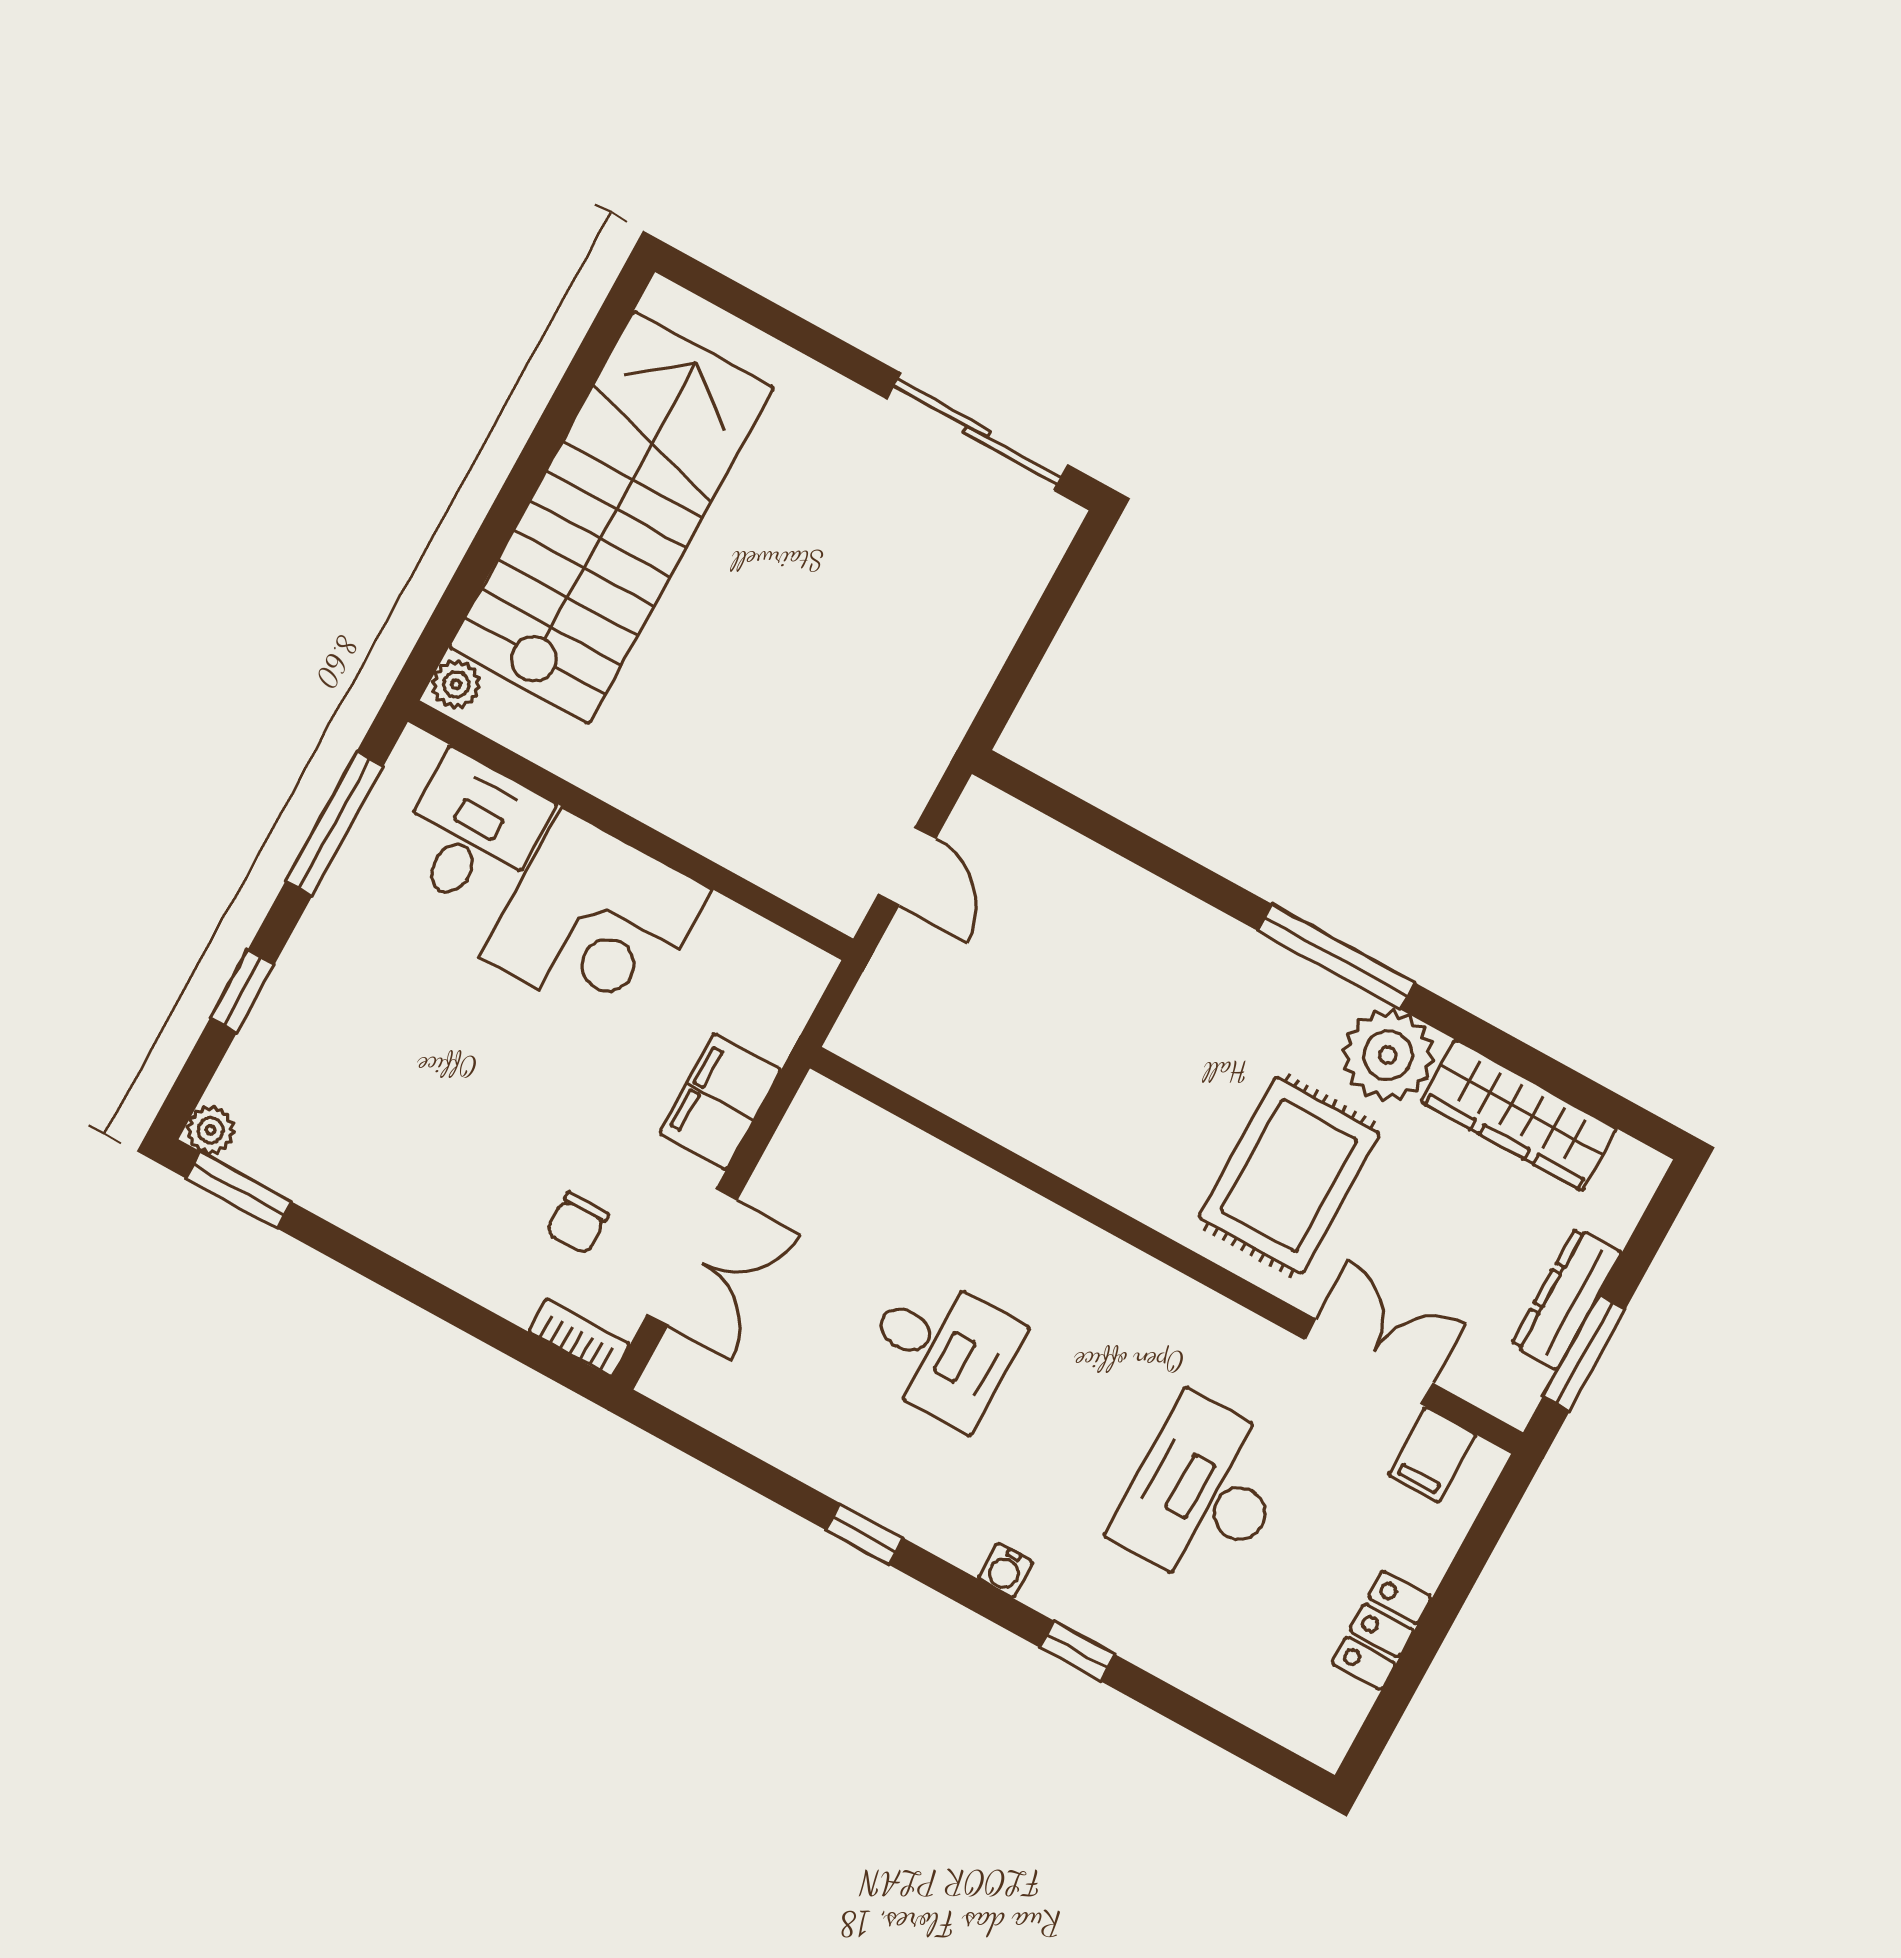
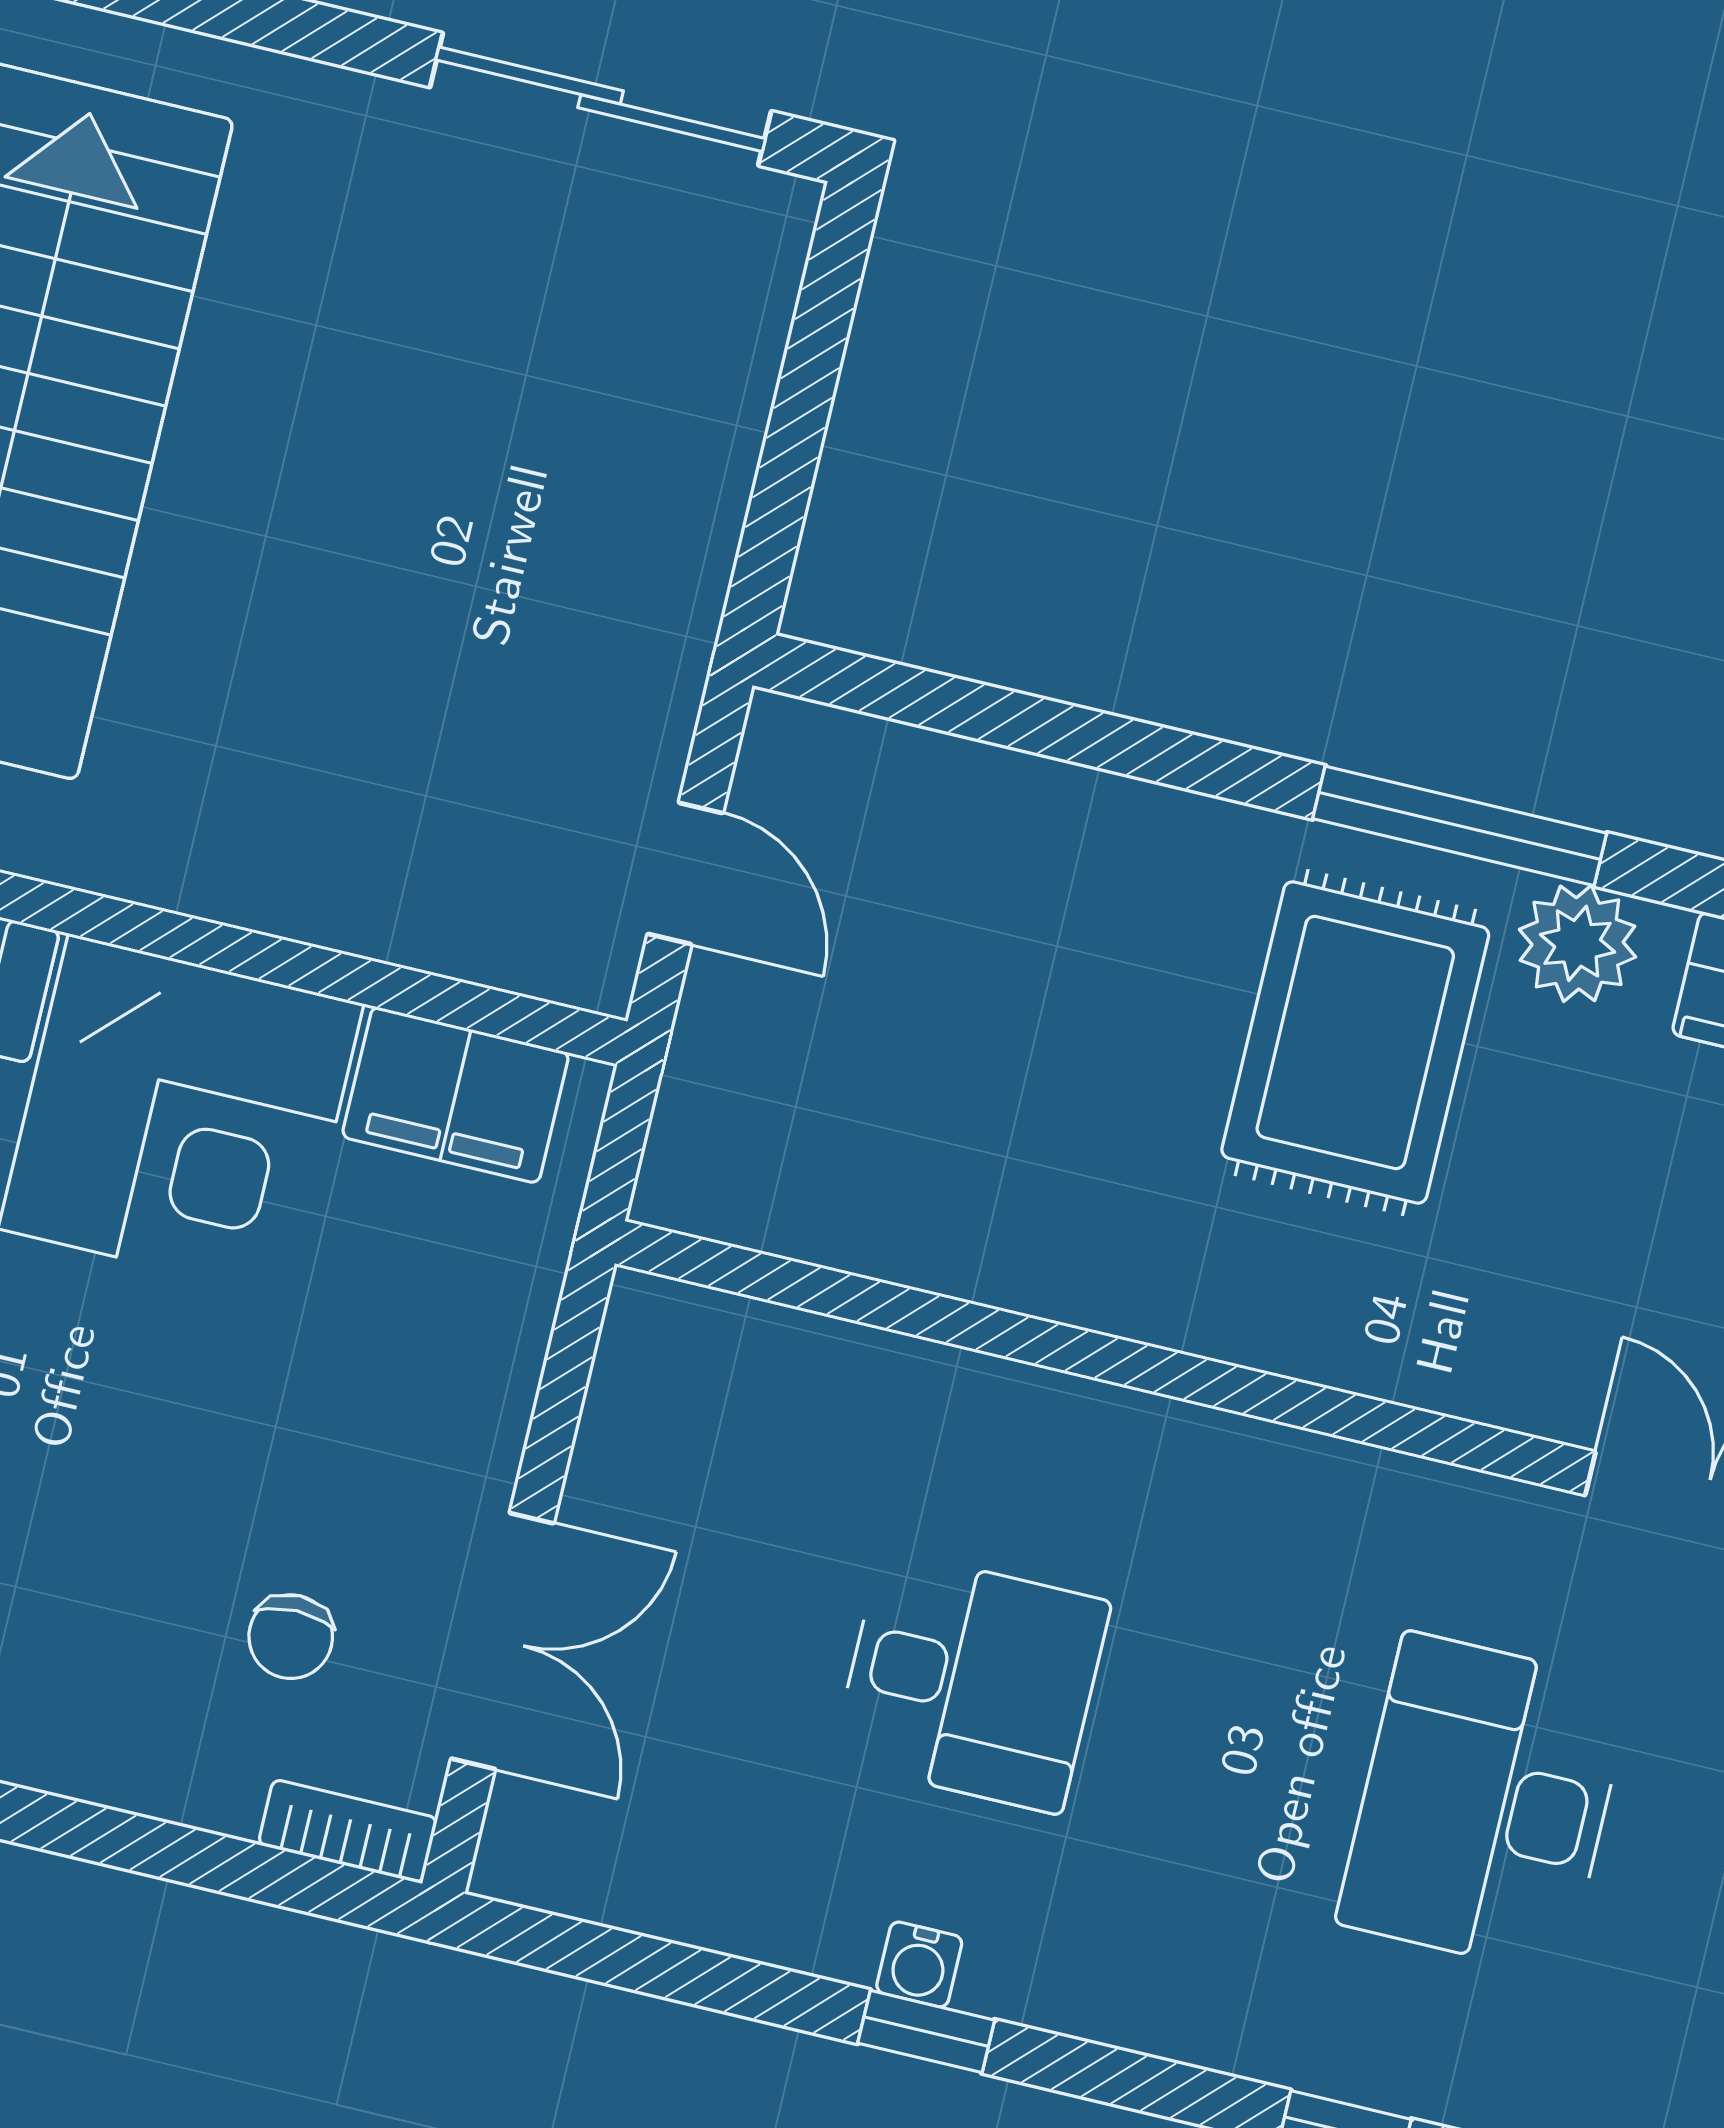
plant: (1388, 1055) -> (1578, 943), width x0.73, depth x0.73
filing cabinet: (720, 1102) -> (456, 1095), moved, turned -90
rug: (1289, 1175) -> (1355, 1043), moved
water cooler: (1005, 1570) -> (919, 1964), moved

